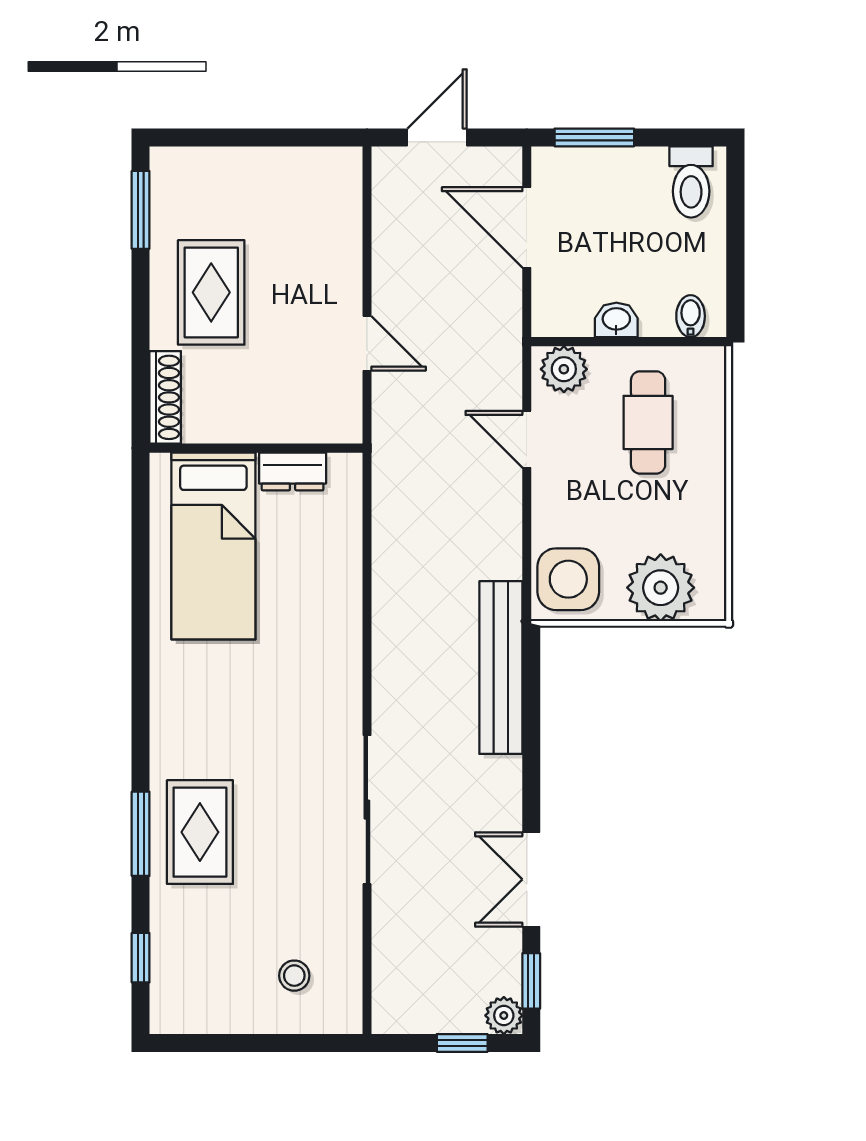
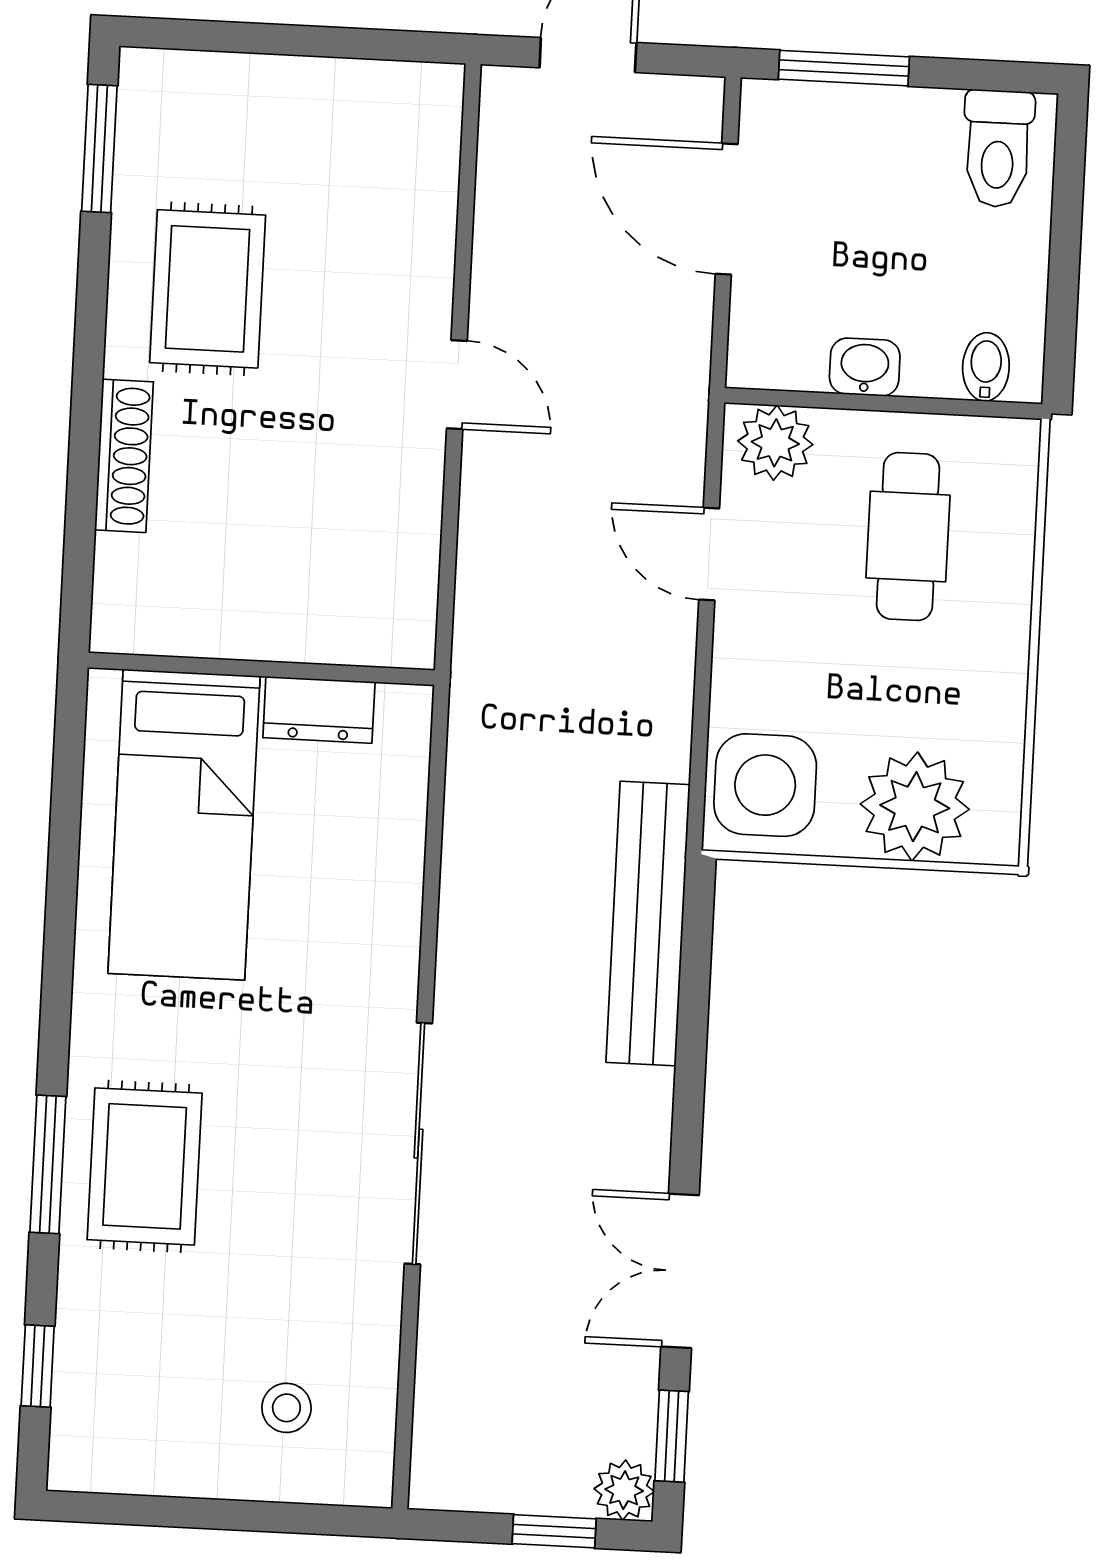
wall: (256, 448) -> (261, 669), moved
dresser: (293, 471) -> (319, 710), moved
bed: (213, 546) -> (184, 825), moved

